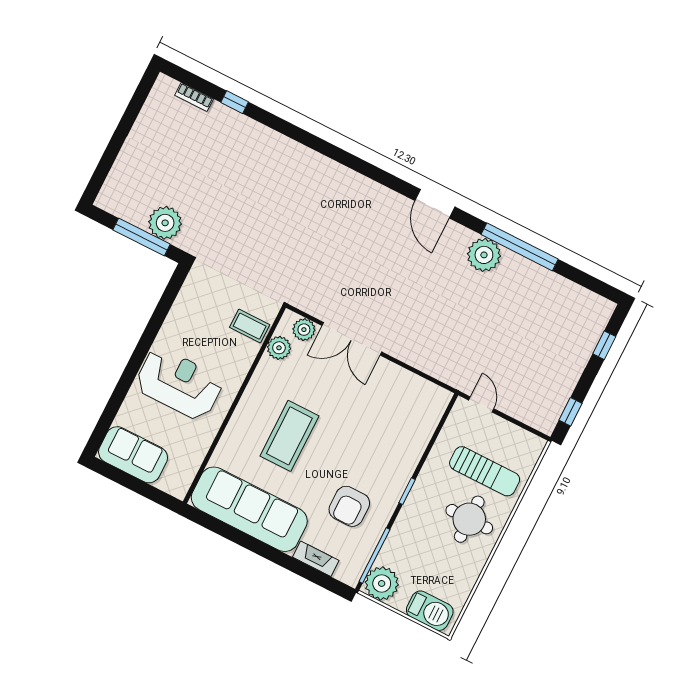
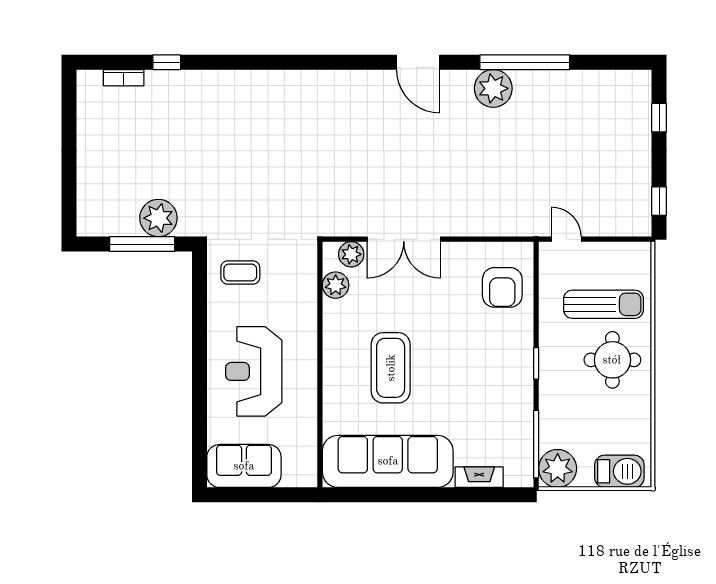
coffee table: (250, 326) -> (240, 272), moved
reception desk: (179, 384) -> (254, 371), turned -90
armchair: (349, 506) -> (502, 287), moved

